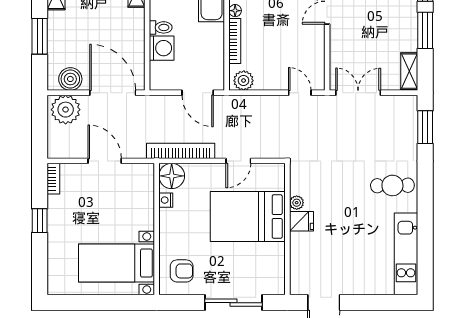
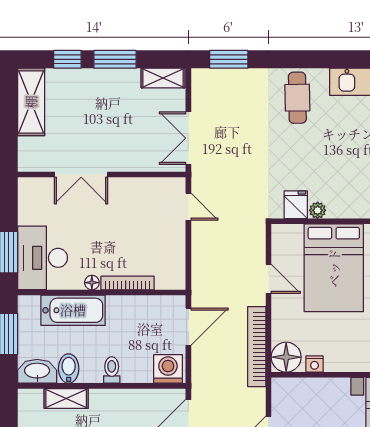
washing machine: (162, 48) -> (168, 369), moved
plant: (244, 81) -> (174, 273), removed
door: (300, 93) -> (188, 207), swing flipped
fridge: (301, 221) -> (296, 205), moved

